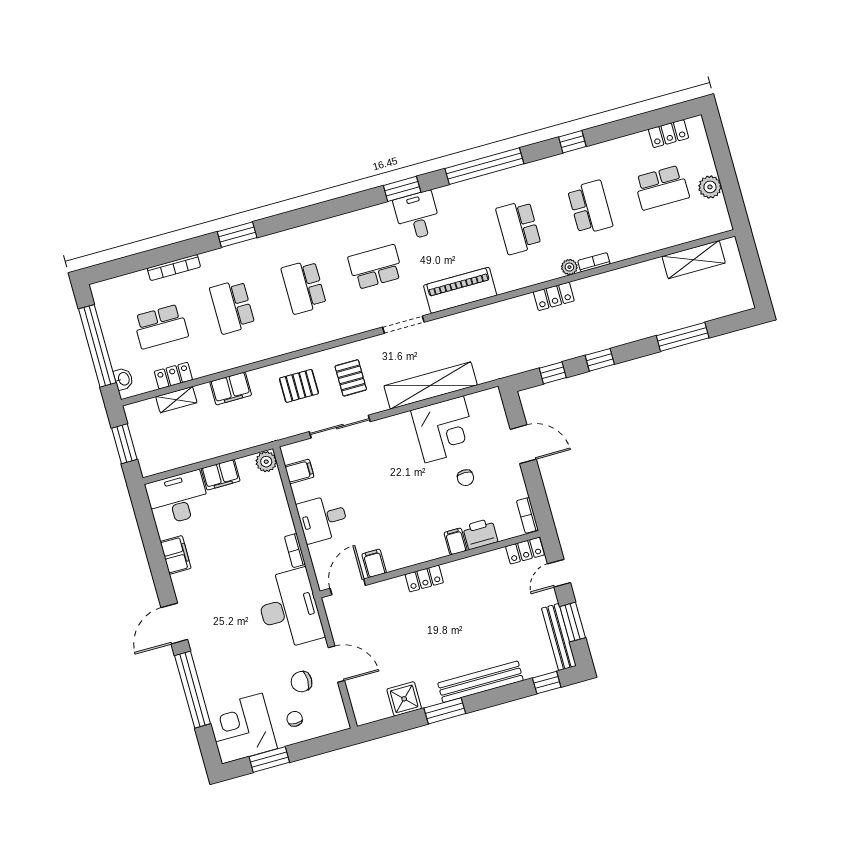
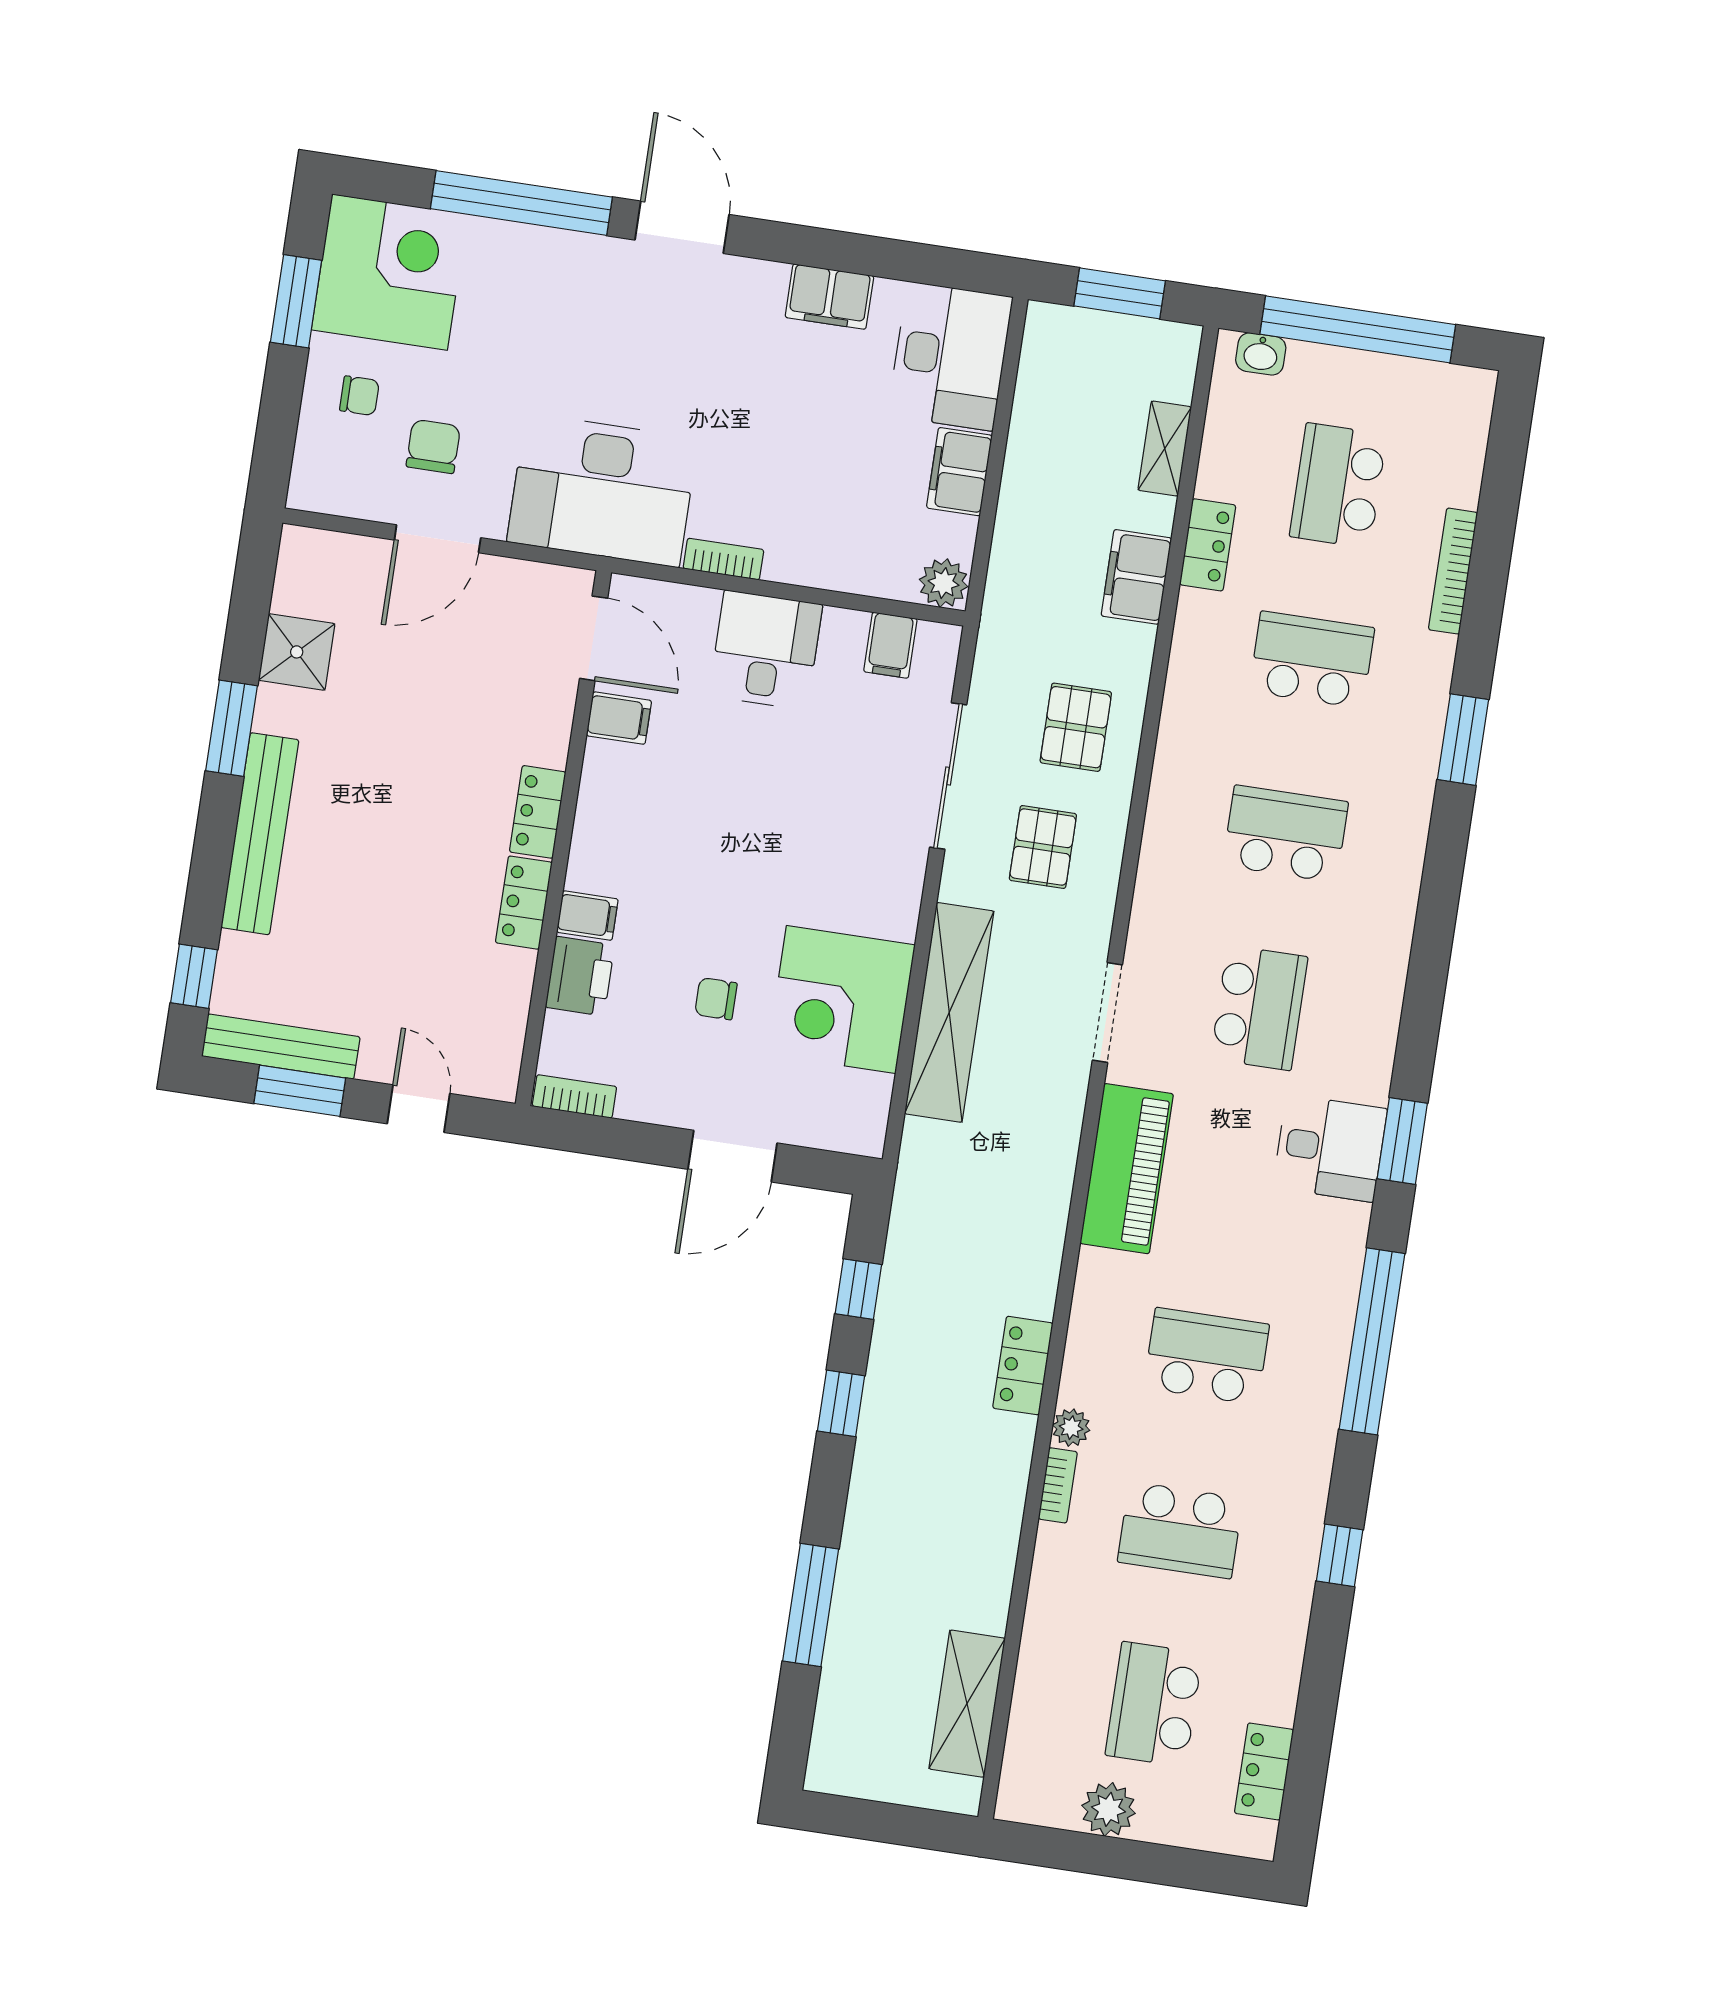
locker: (173, 376) -> (1208, 545), moved
pallet: (351, 378) -> (1043, 847), turned 90
locker: (525, 551) -> (524, 903), moved

